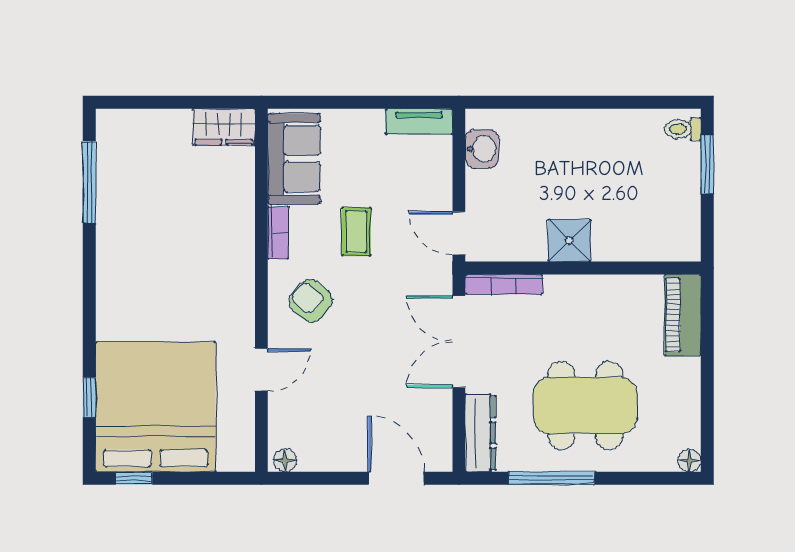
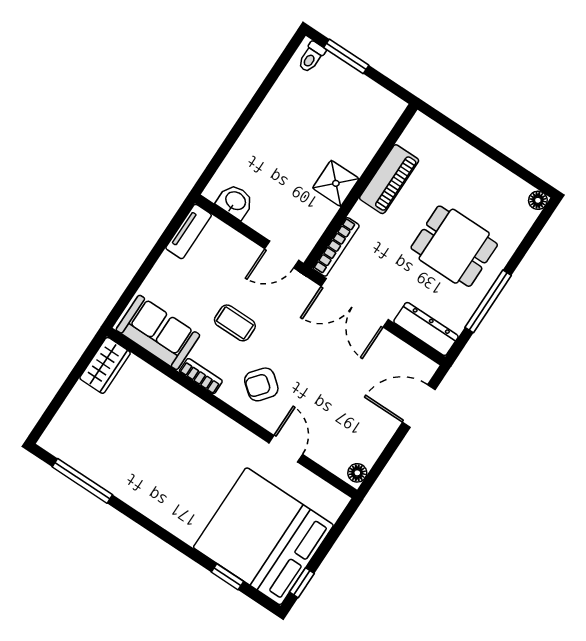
piano: (683, 315) -> (389, 179), moved, turned -90
dining table: (585, 405) -> (454, 246), width x0.73

